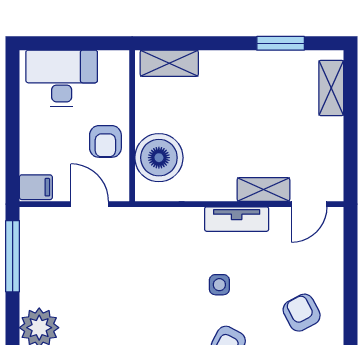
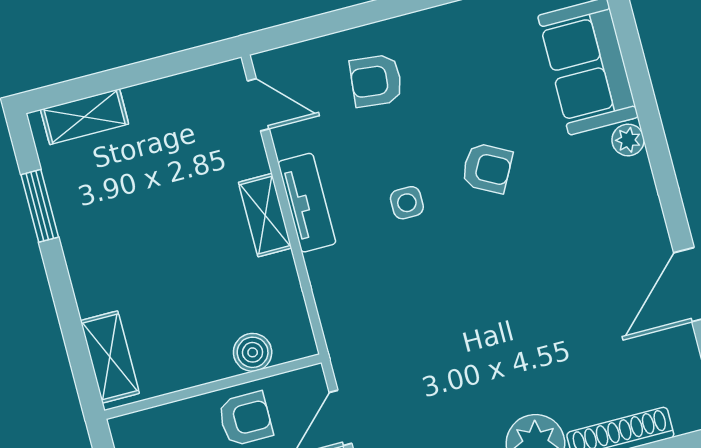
boiler: (159, 158) -> (253, 352), width x0.54, depth x0.54
shelving: (263, 189) -> (265, 215), moved
armchair: (302, 313) -> (376, 81), moved, turned 34

